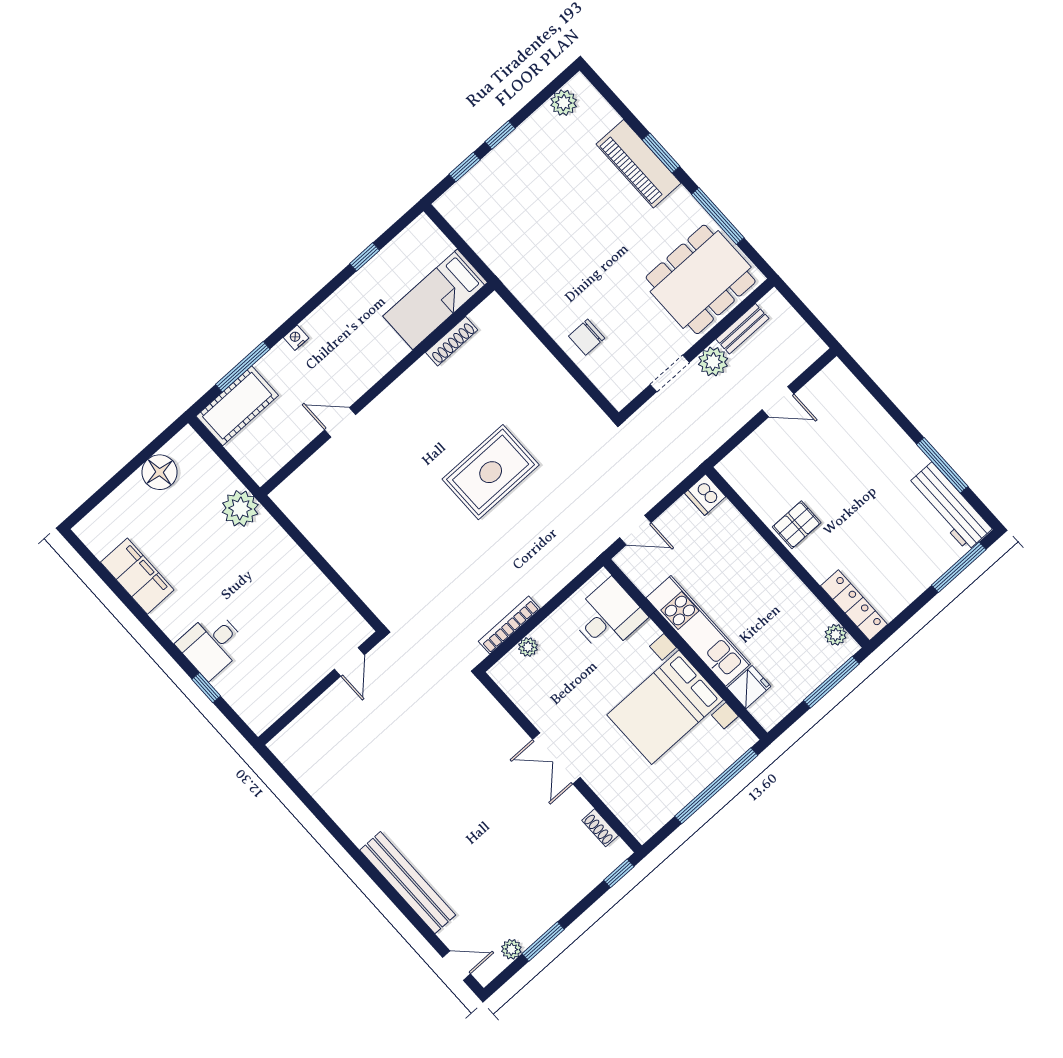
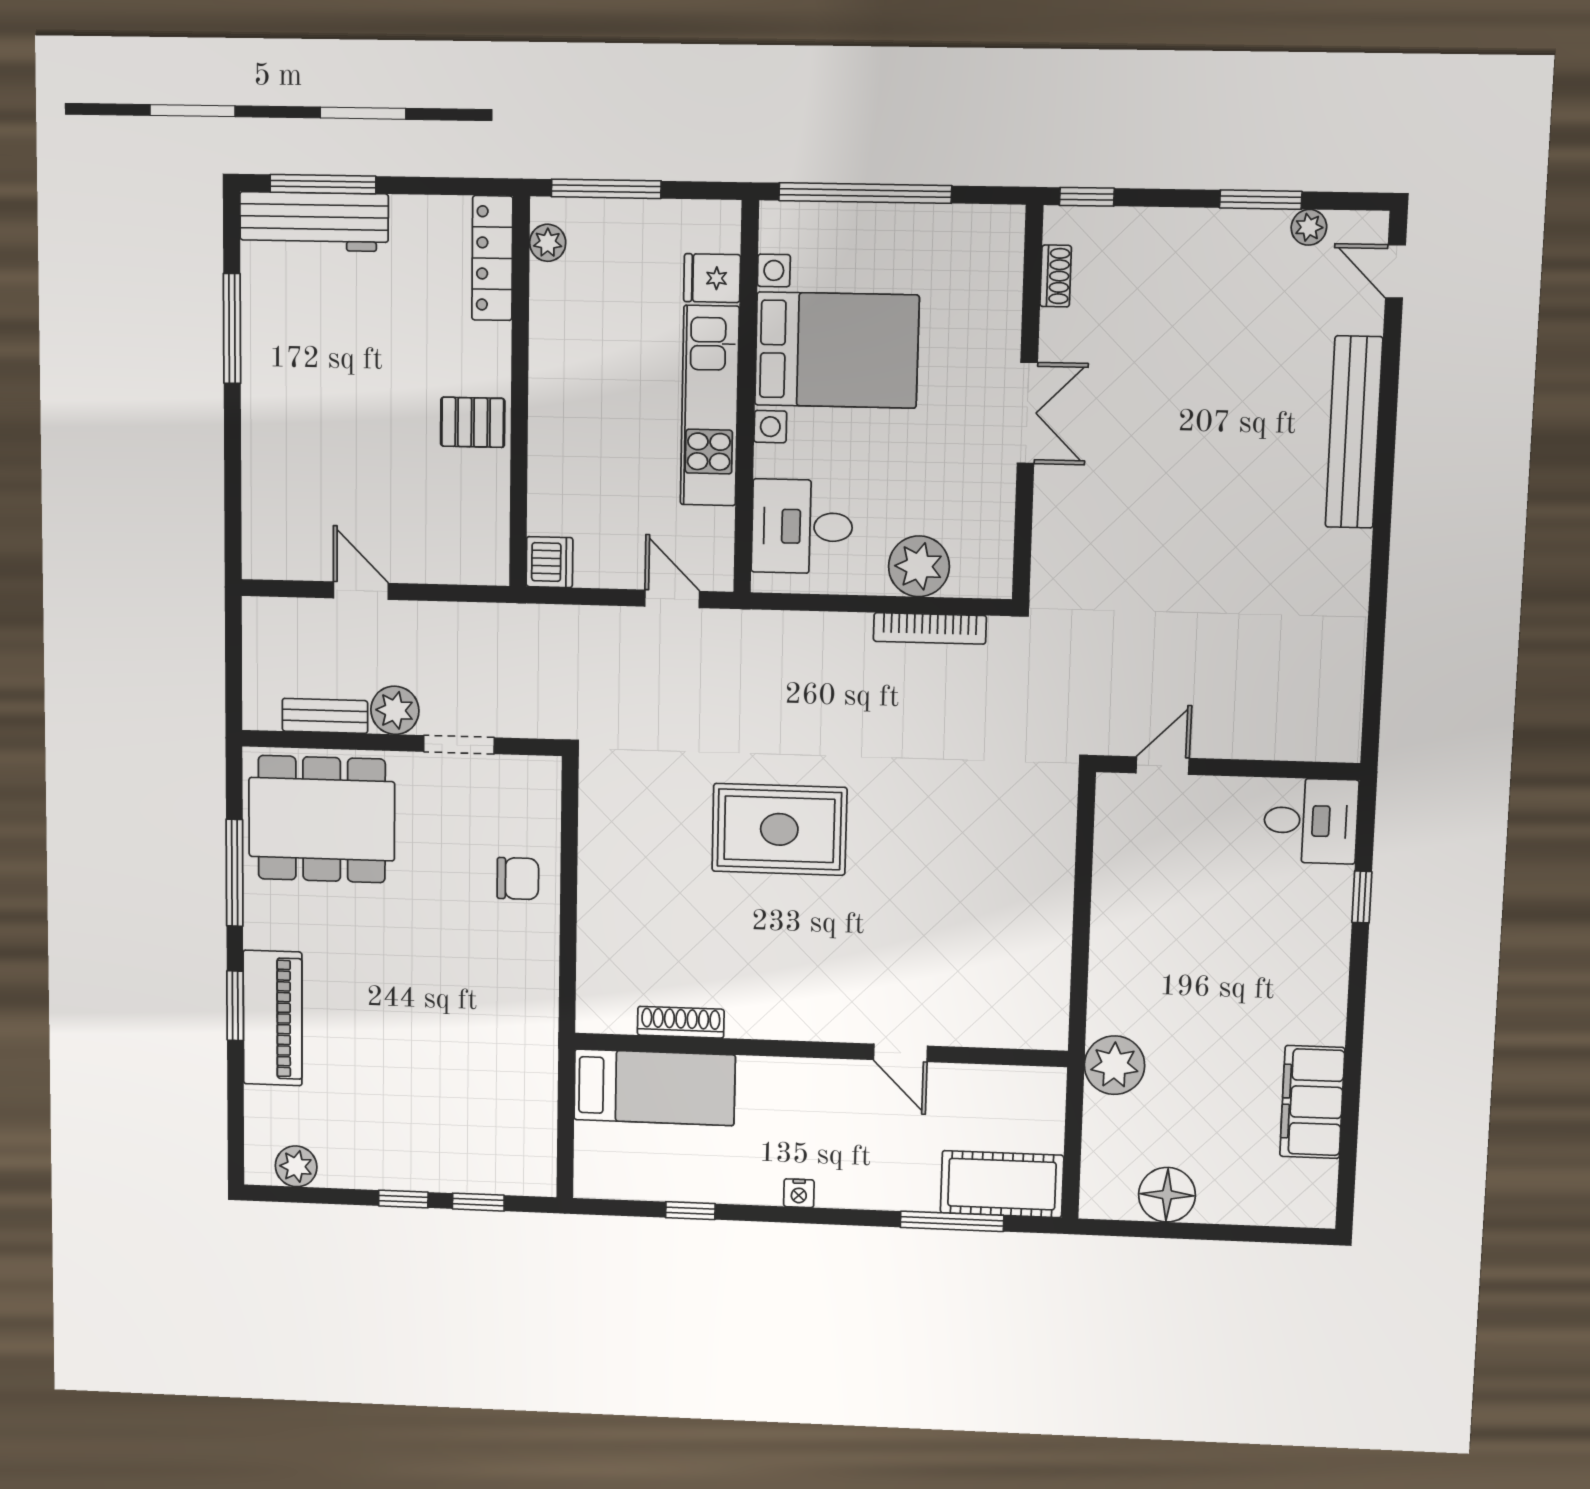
nightstand: (296, 338) -> (799, 1193), moved
workbench: (949, 507) -> (314, 222), moved, turned 90
desk: (212, 645) -> (1311, 821), moved
plant: (528, 647) -> (919, 566), width x1.88, depth x1.88

